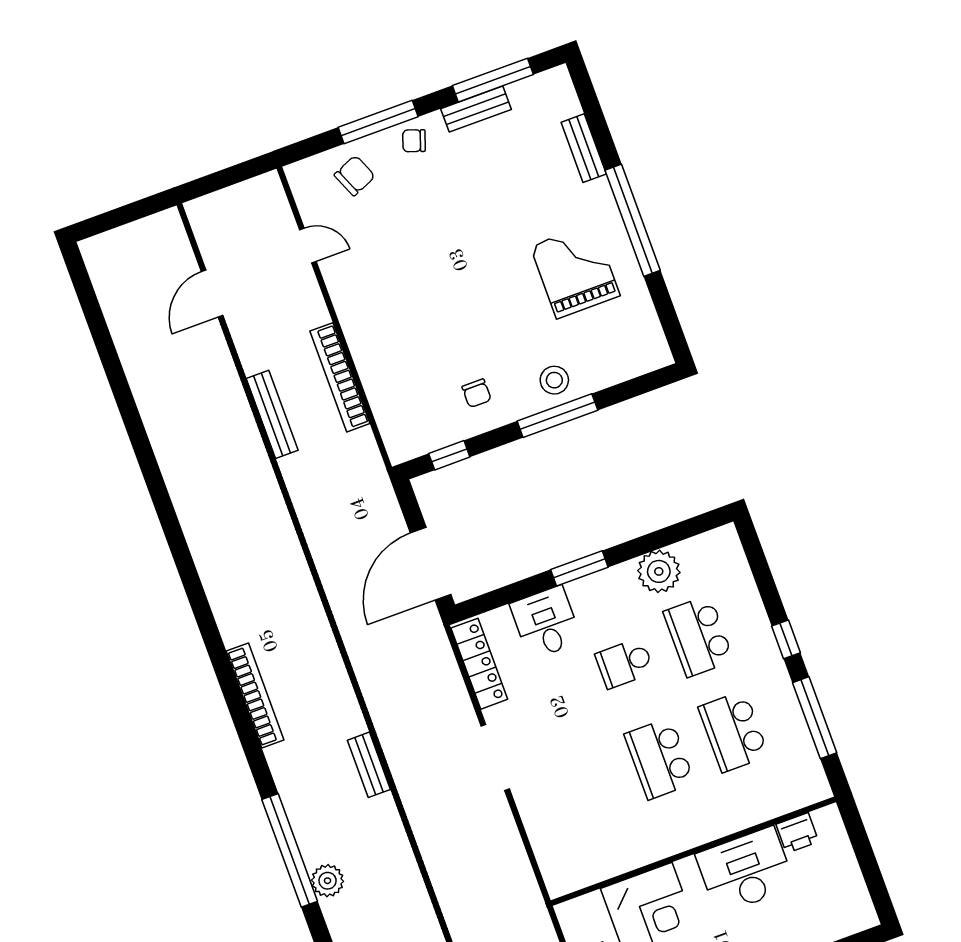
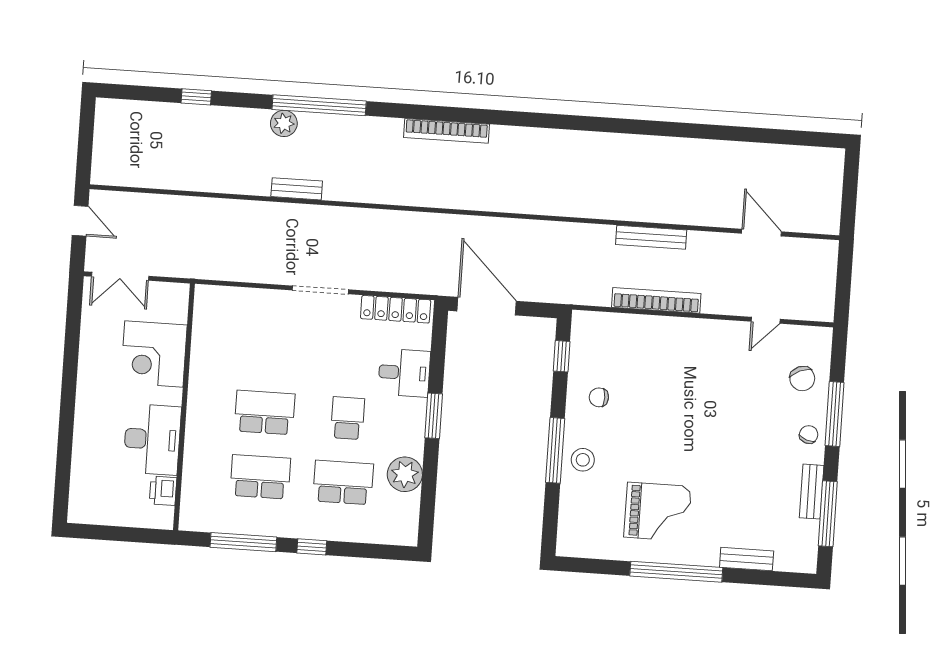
bench: (369, 765) -> (297, 189), moved

